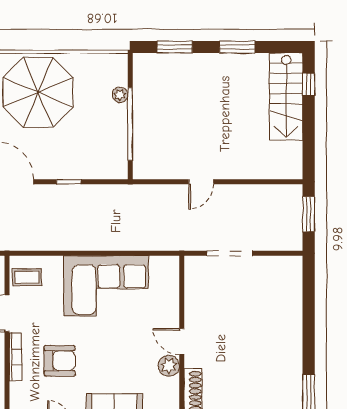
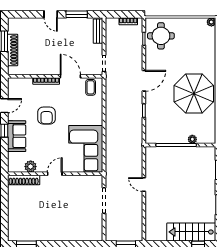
corner sofa: (106, 286) -> (86, 149), moved
armchair: (60, 361) -> (47, 116), moved
plant: (169, 366) -> (31, 167), moved

